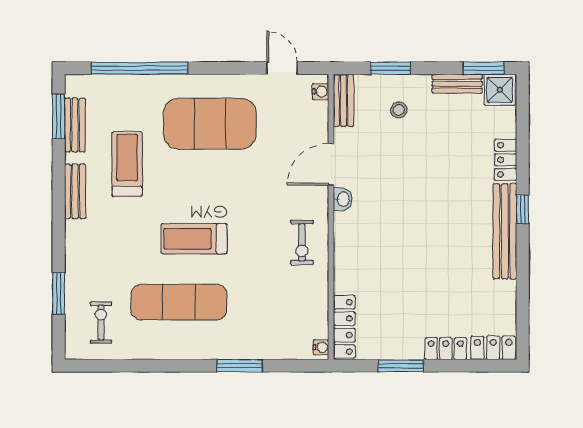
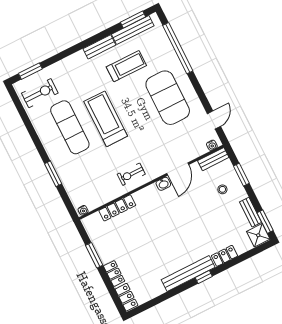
bench: (75, 125) -> (133, 30), width x1.36
door: (331, 164) -> (178, 169), swing flipped
treadmill: (194, 239) -> (106, 119), width x1.37, depth x1.38
window: (59, 293) -> (30, 71), moved
exercise bike: (101, 323) -> (40, 93), width x1.38, depth x1.39
locker: (344, 327) -> (117, 208), moved

